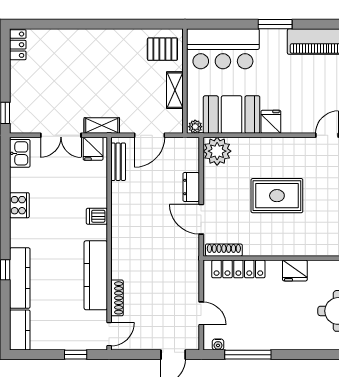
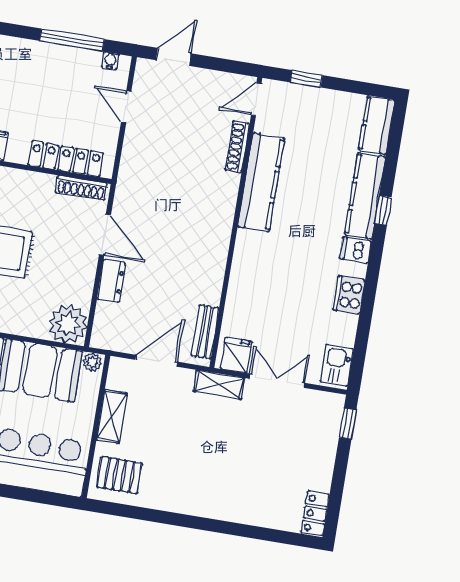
dishwasher: (97, 216) -> (356, 250), moved, turned 180

